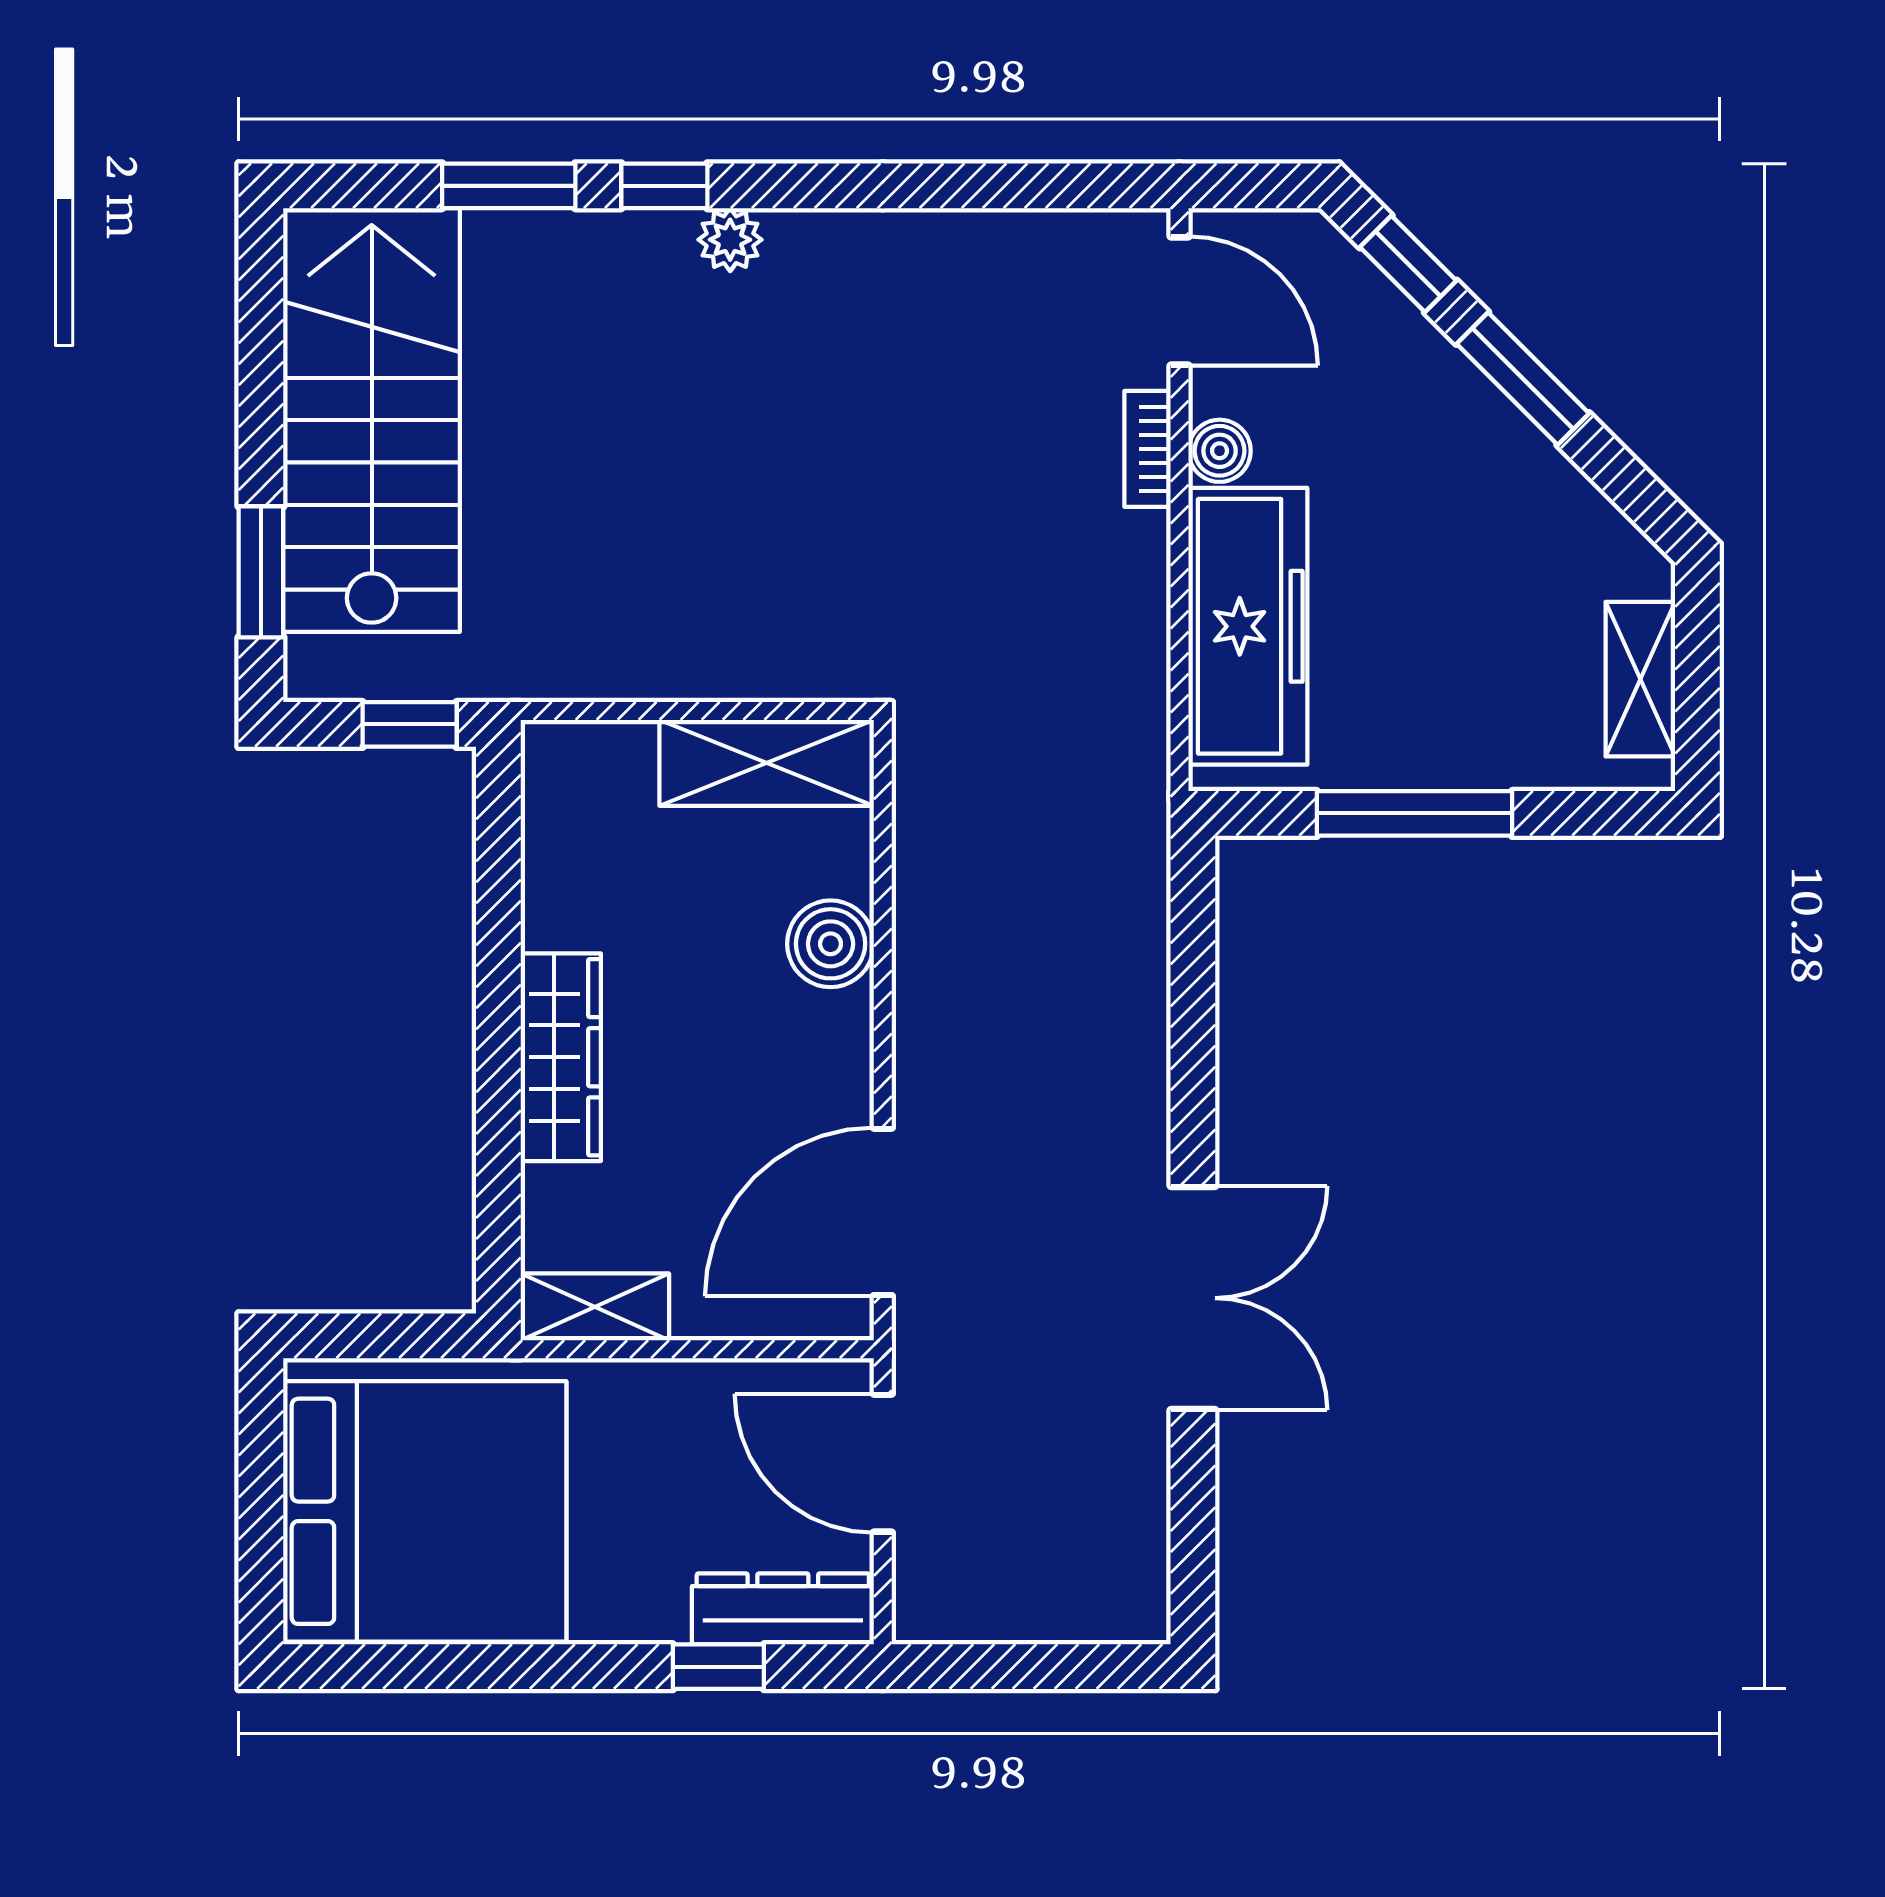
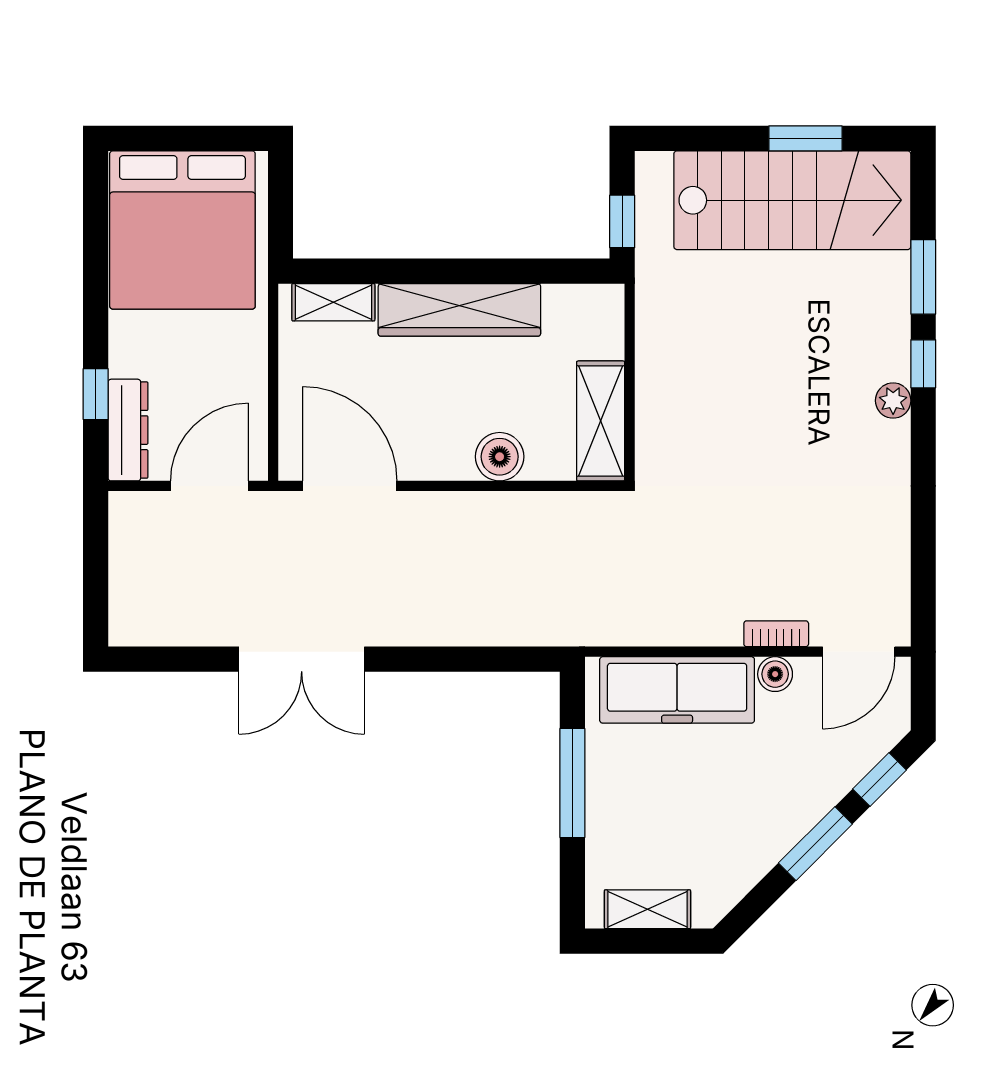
window: (261, 572) -> (805, 138), moved
wardrobe: (561, 1057) -> (459, 310), width x1.40, depth x1.17
shelving: (595, 1307) -> (333, 302), moved, turned 90

